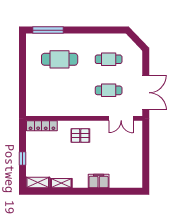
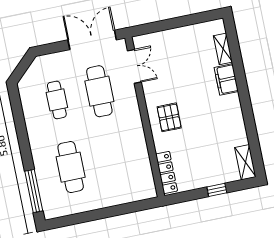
cafe table: (109, 90) -> (99, 91), width x1.37, depth x1.35
shelving: (61, 183) -> (223, 49), moved

